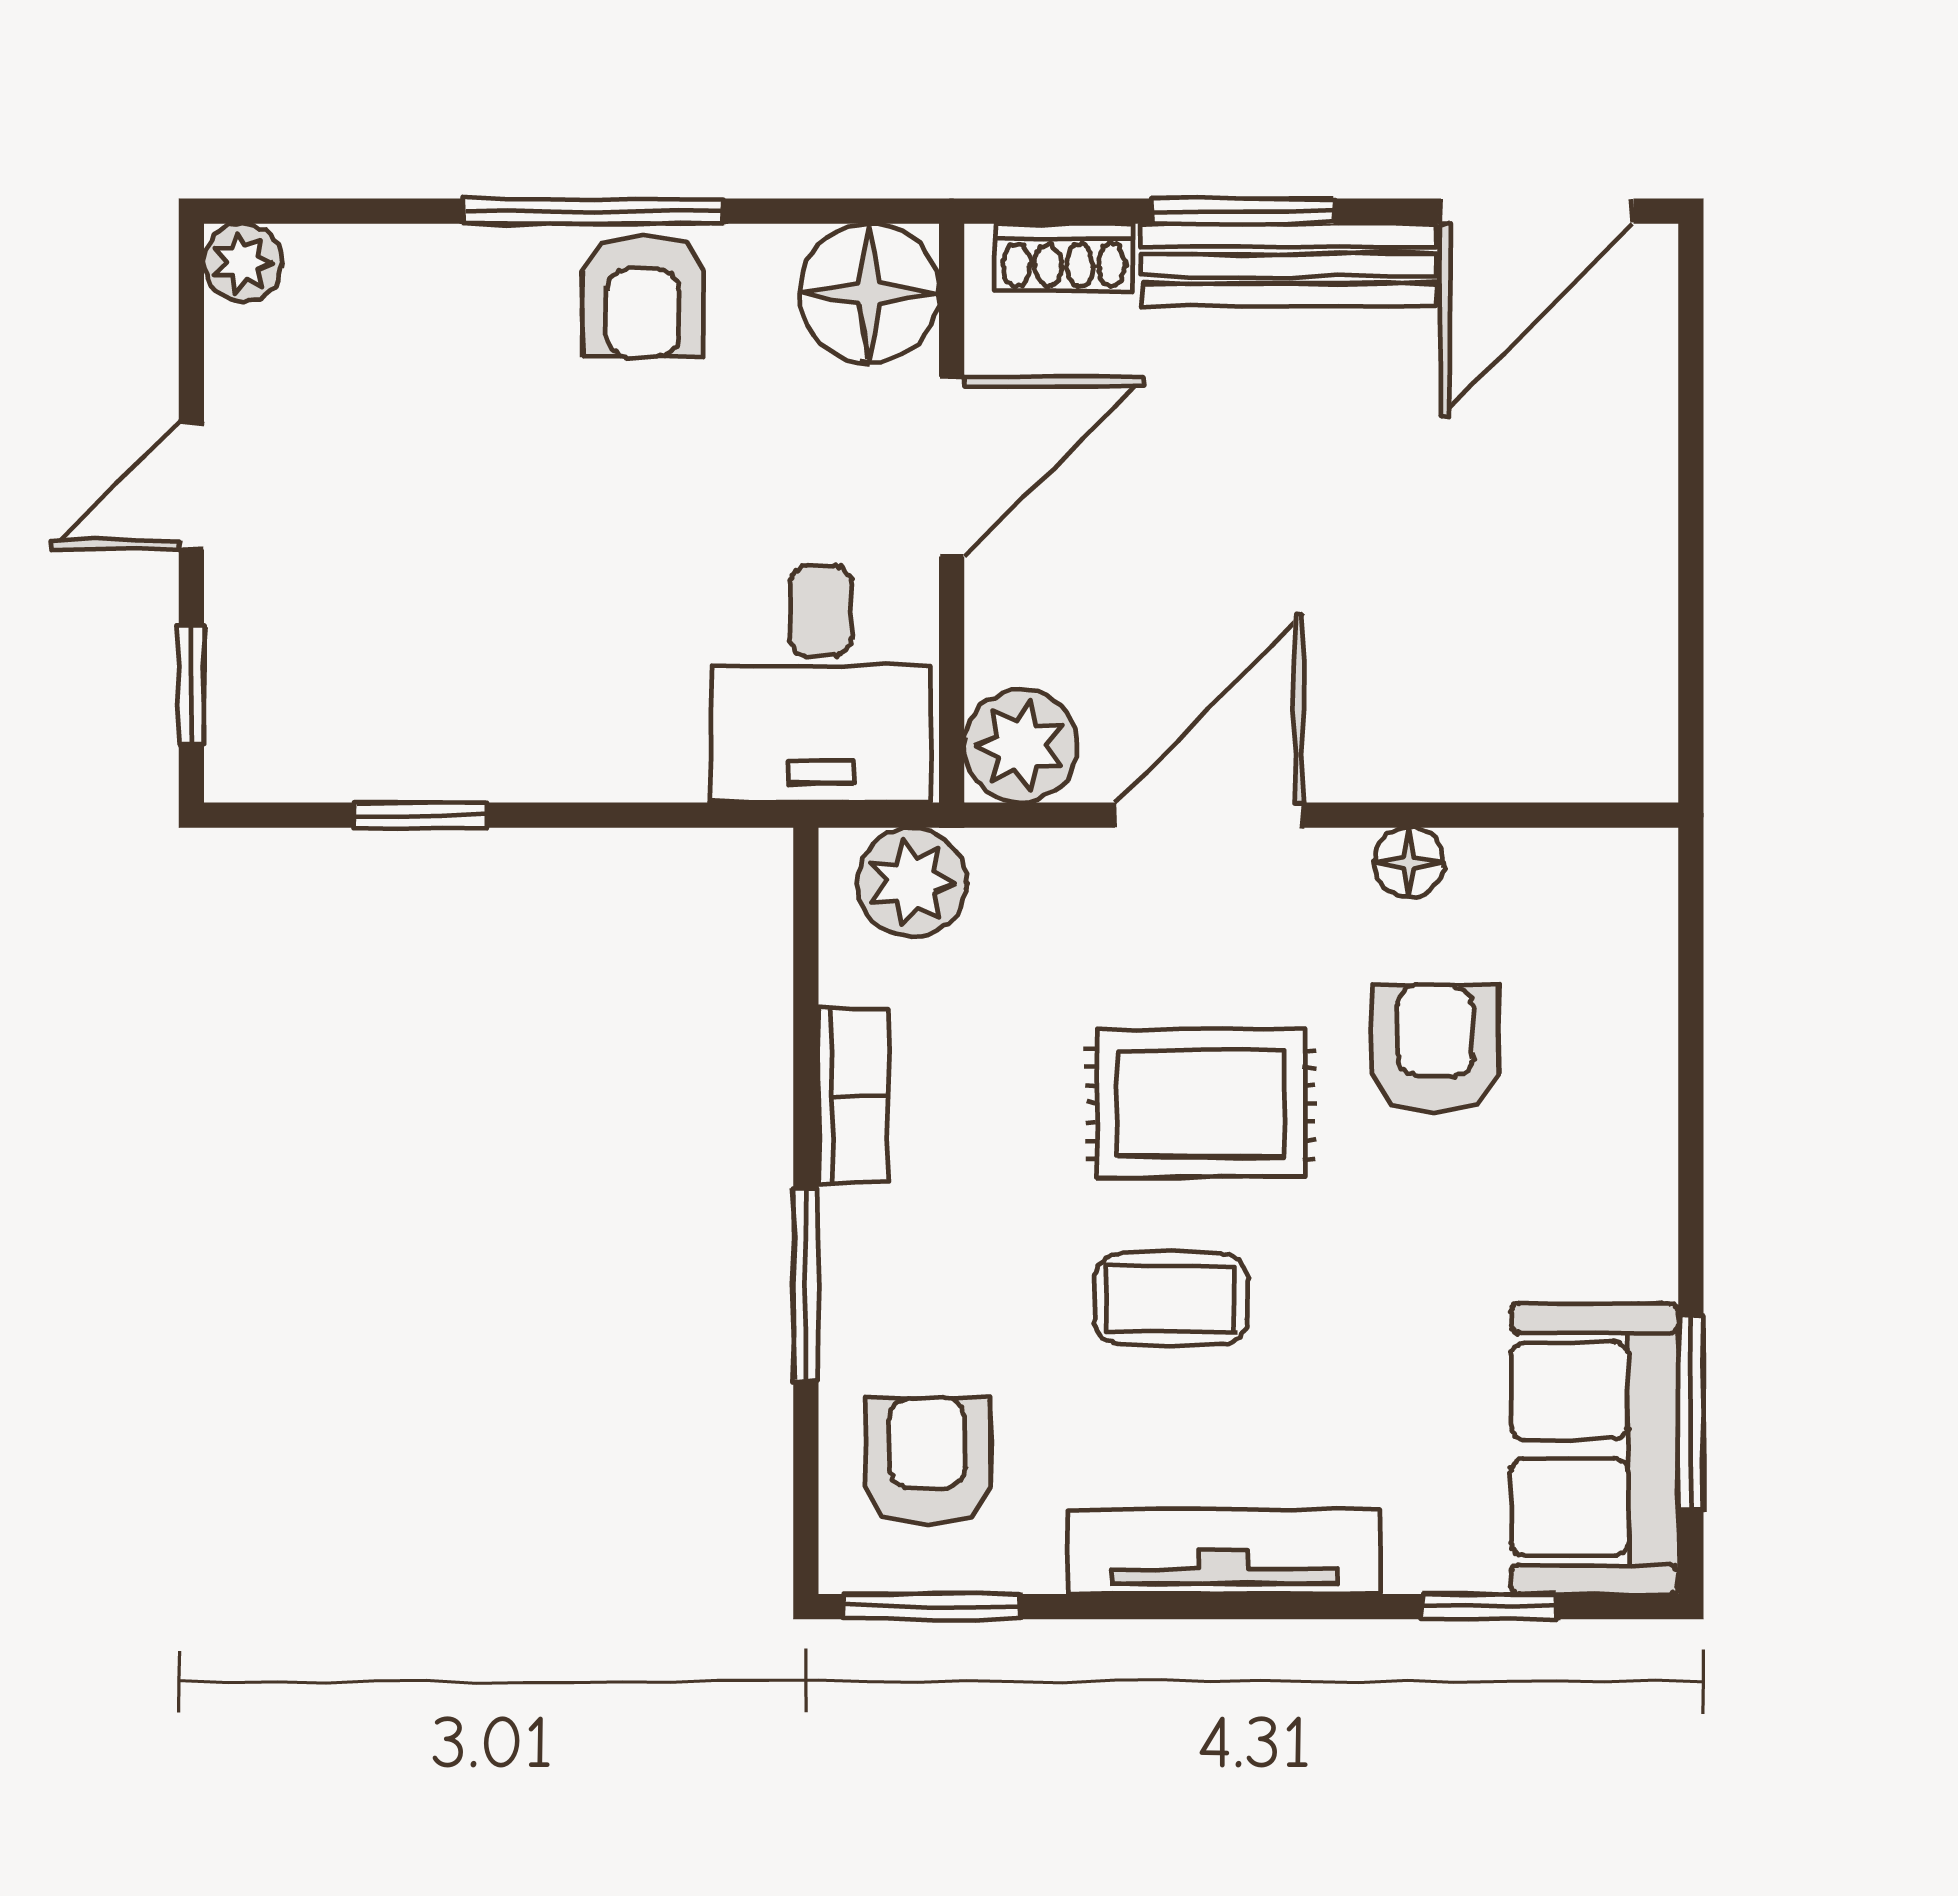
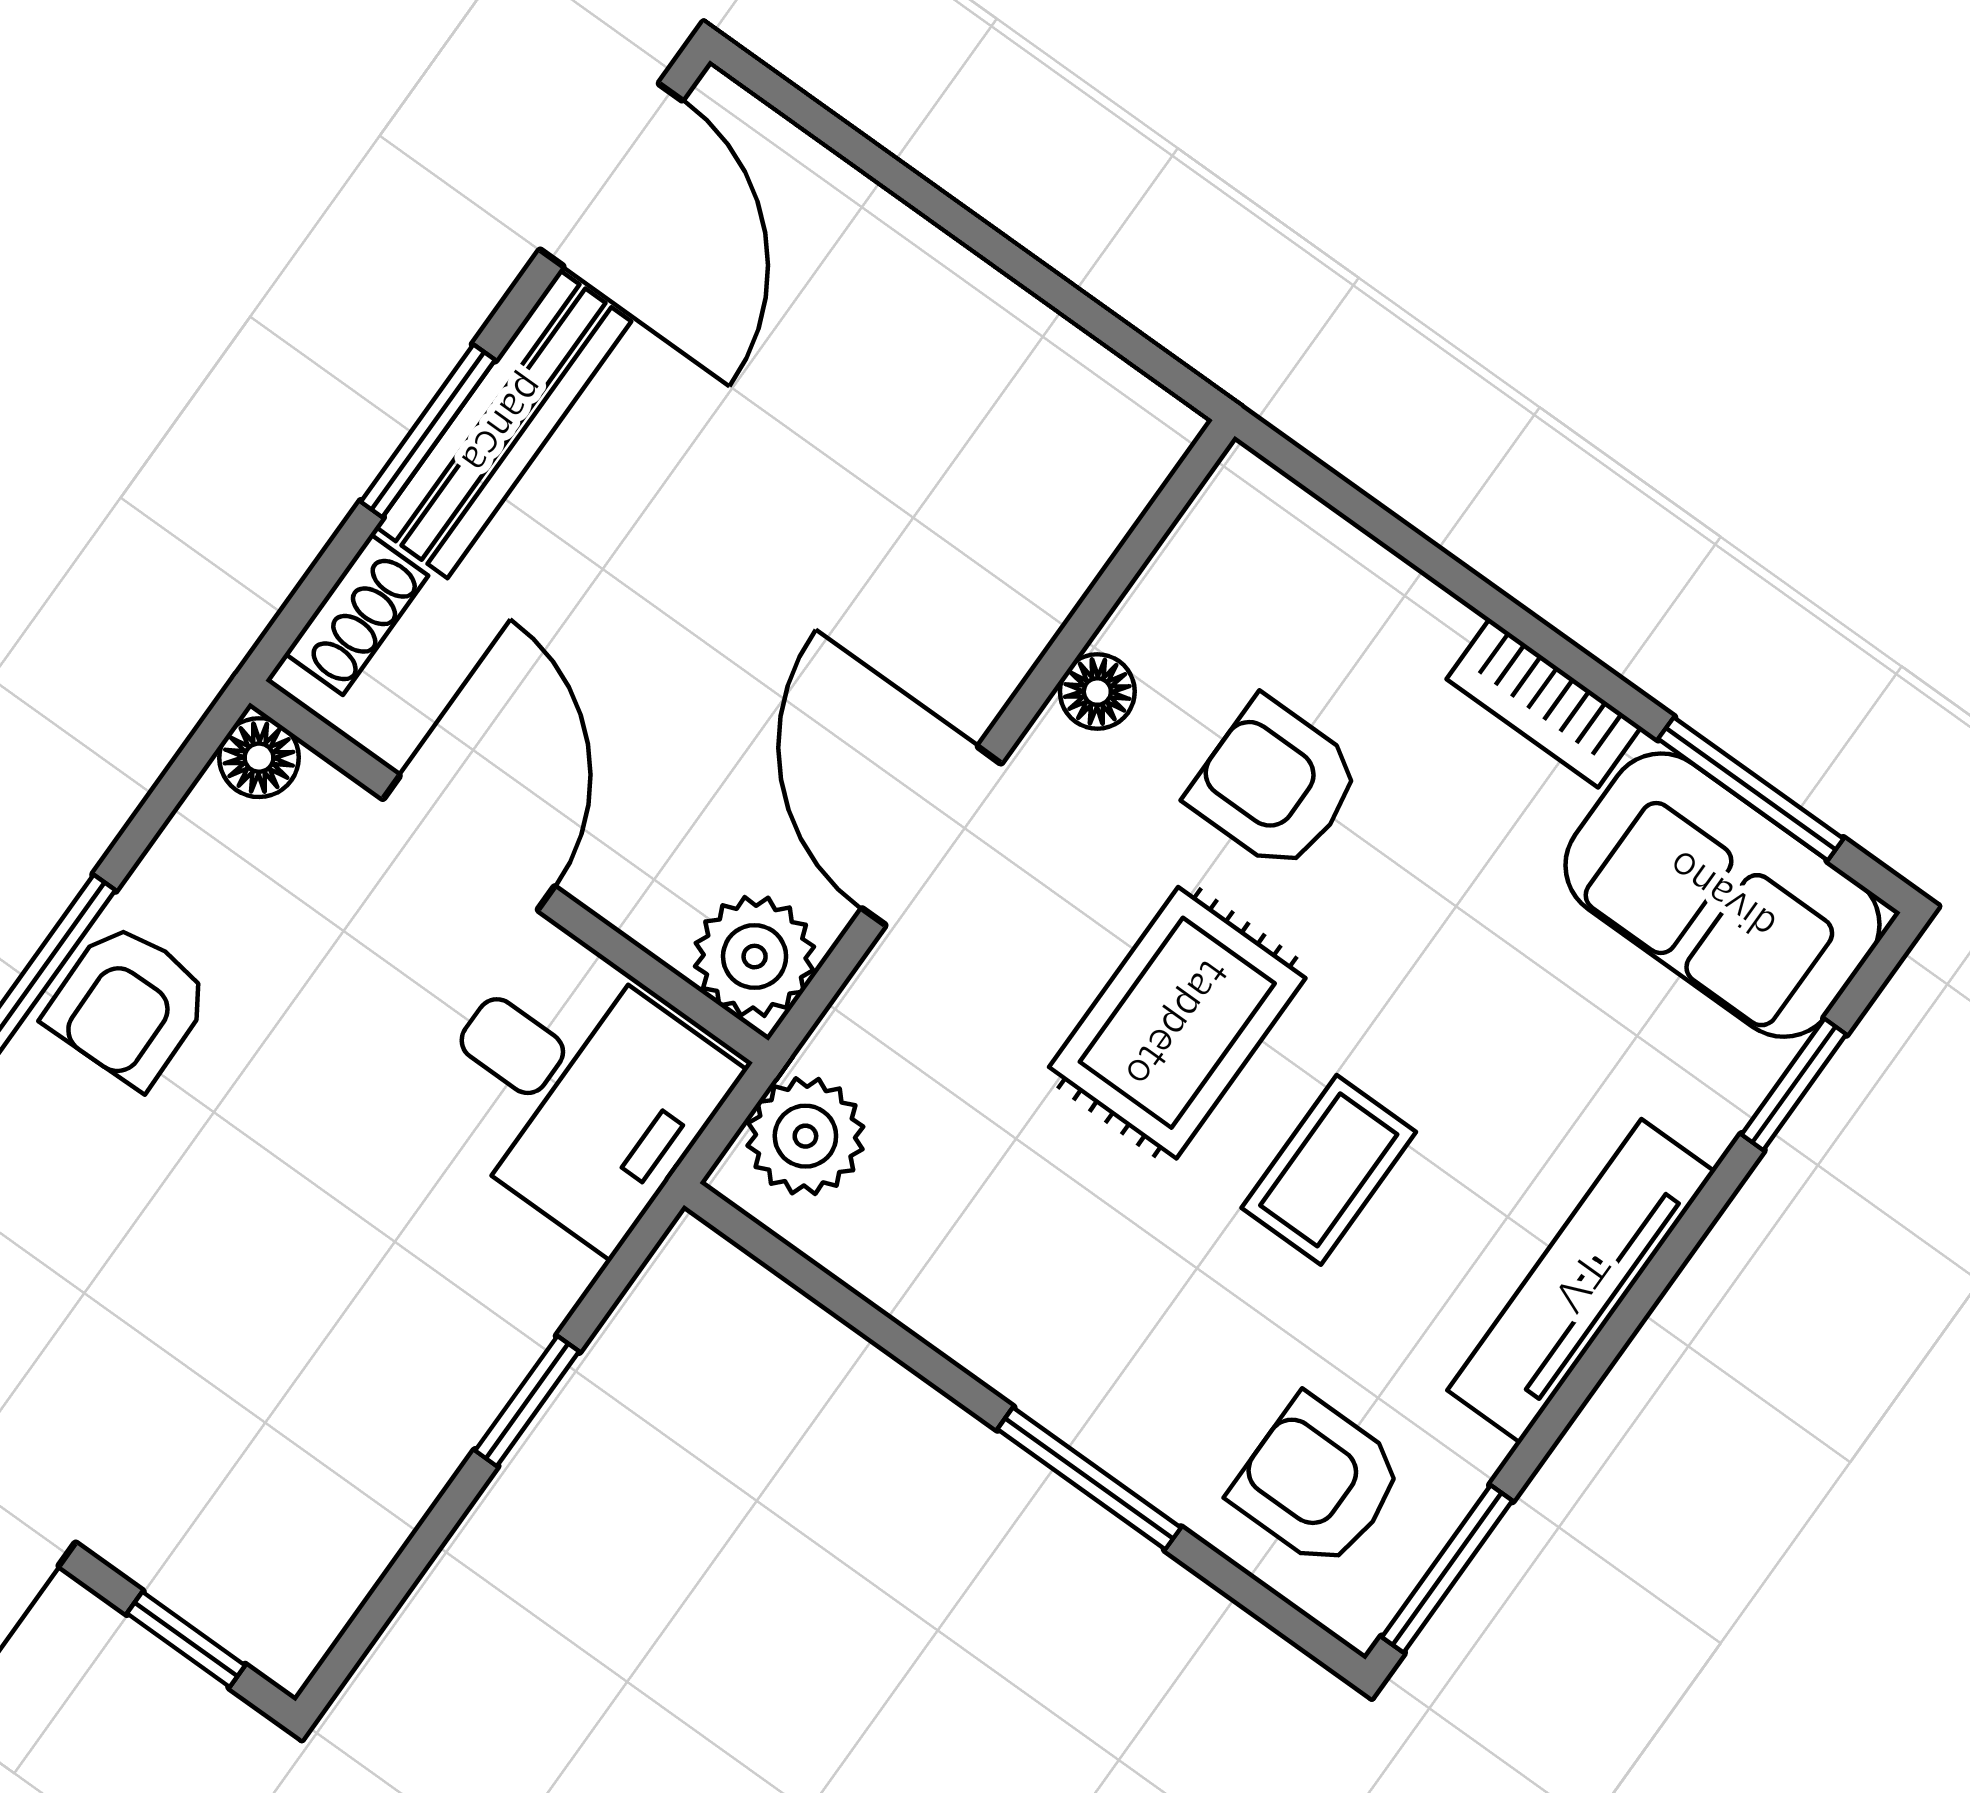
floor lamp: (869, 293) -> (259, 758), width x0.53, depth x0.53
armchair: (643, 296) -> (128, 1005), turned 89
window: (421, 815) -> (527, 1401), moved
bookcase: (853, 1095) -> (1544, 703), moved, turned 180

